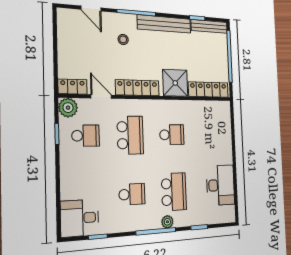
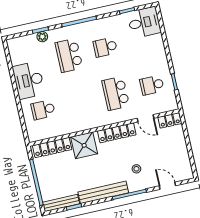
plant: (68, 108) -> (170, 104), removed
school desk: (172, 135) -> (43, 110), moved
desk: (220, 185) -> (29, 80), moved
plant: (167, 222) -> (42, 37), moved

